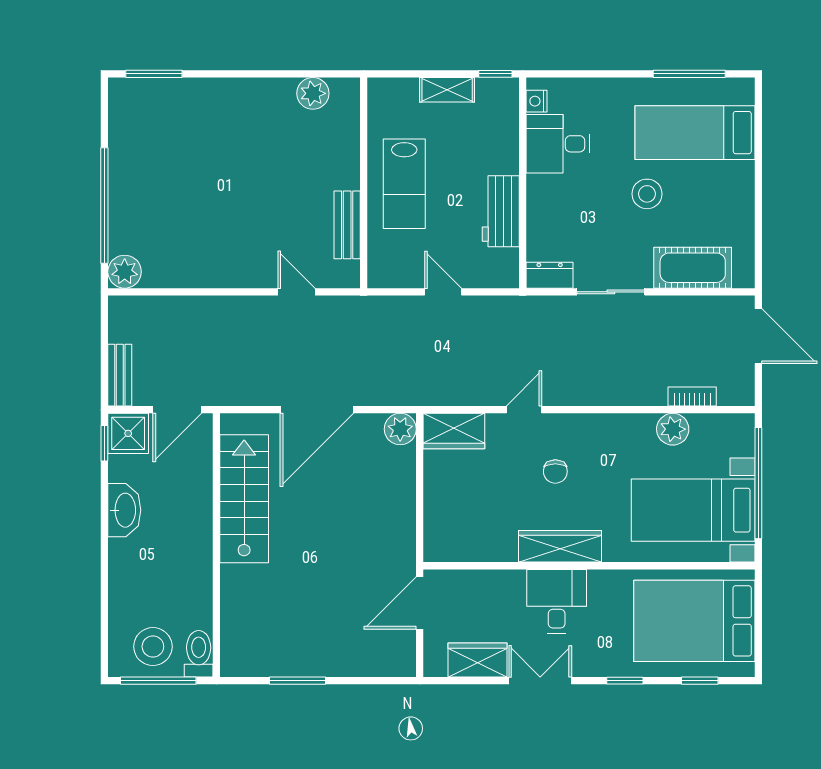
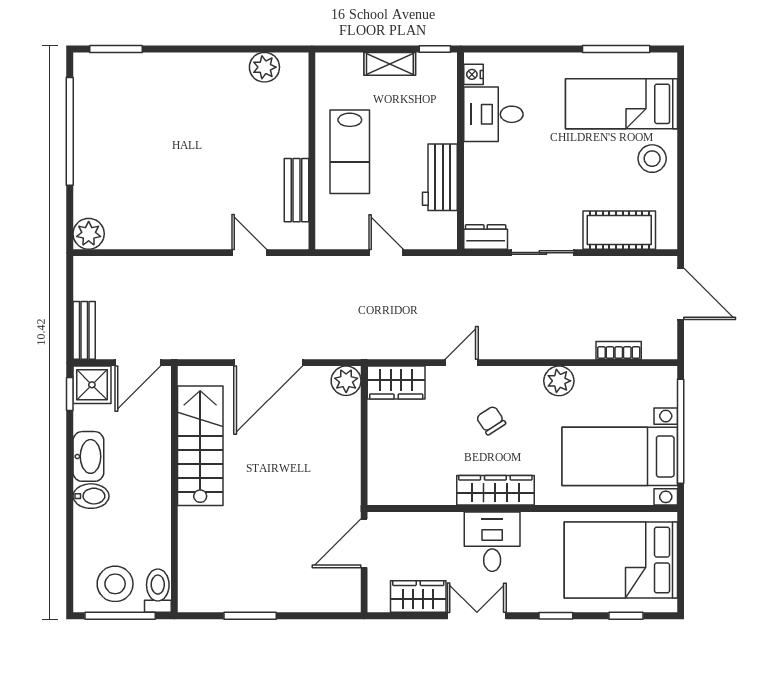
stool: (647, 194) -> (652, 159), moved
window: (104, 206) -> (70, 131), moved
plant: (673, 429) -> (559, 381), moved
chair: (555, 471) -> (491, 420), turned 147
bidet: (127, 553) -> (91, 496), added

